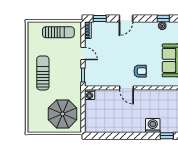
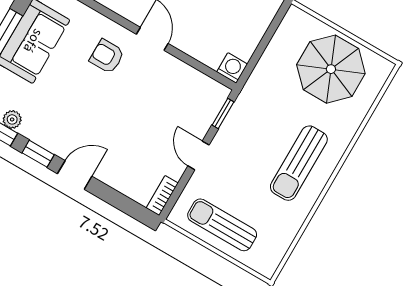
window: (100, 18) -> (38, 154), moved
parasol: (63, 114) -> (331, 69), moved

